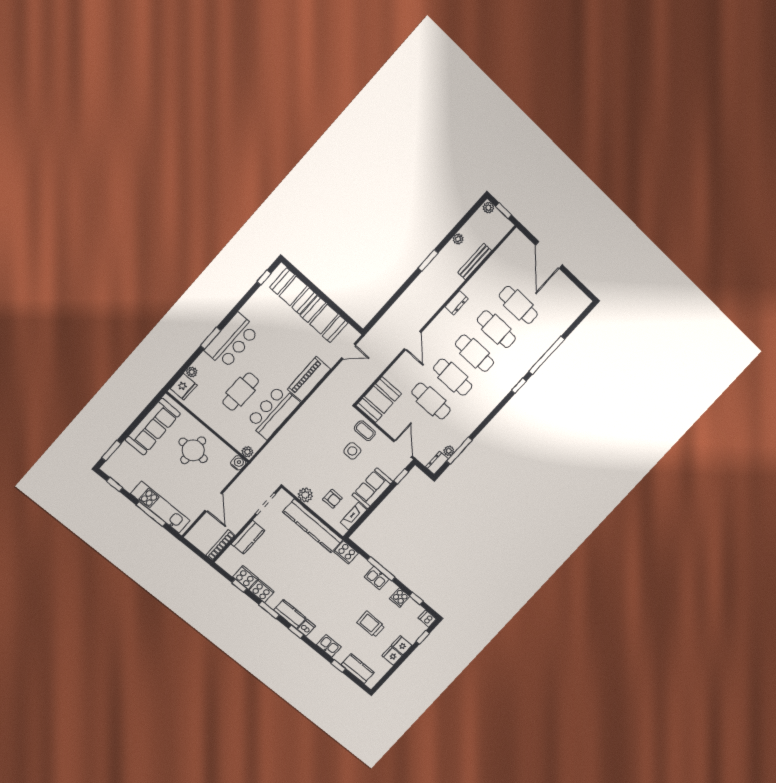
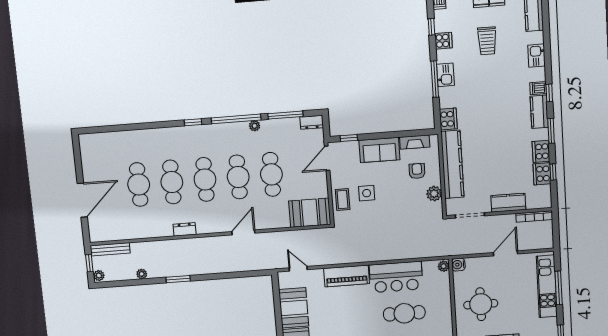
bench: (475, 262) -> (110, 249), moved
window: (547, 355) -> (236, 119), moved
plant: (449, 451) -> (255, 126), moved
window: (338, 666) -> (546, 31), removed

